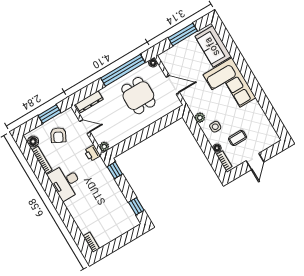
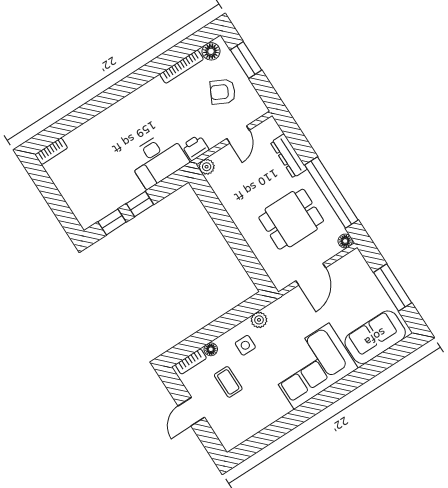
dresser: (89, 102) -> (289, 156), moved
window: (49, 114) -> (246, 60), moved
door: (255, 161) -> (191, 412), hinge flipped
window: (115, 170) -> (140, 204), moved
desk: (65, 182) -> (158, 159), moved, turned 180

